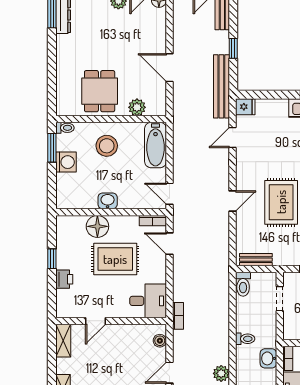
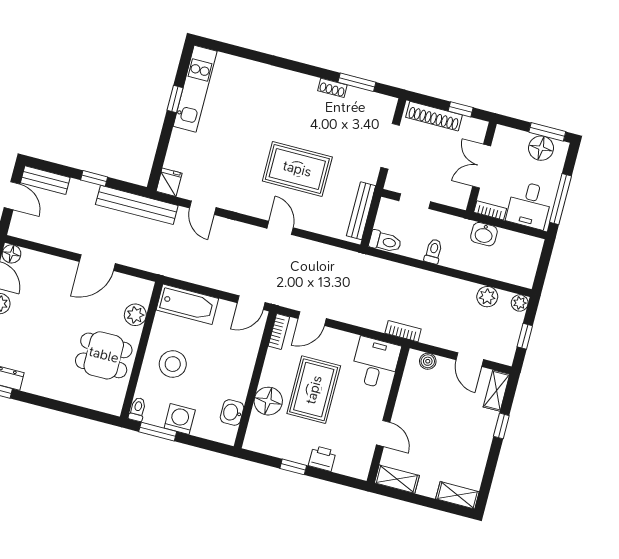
washbasin: (108, 201) -> (232, 412), moved
bench: (256, 260) -> (361, 211), width x1.36
toilet: (245, 339) -> (433, 251), moved

